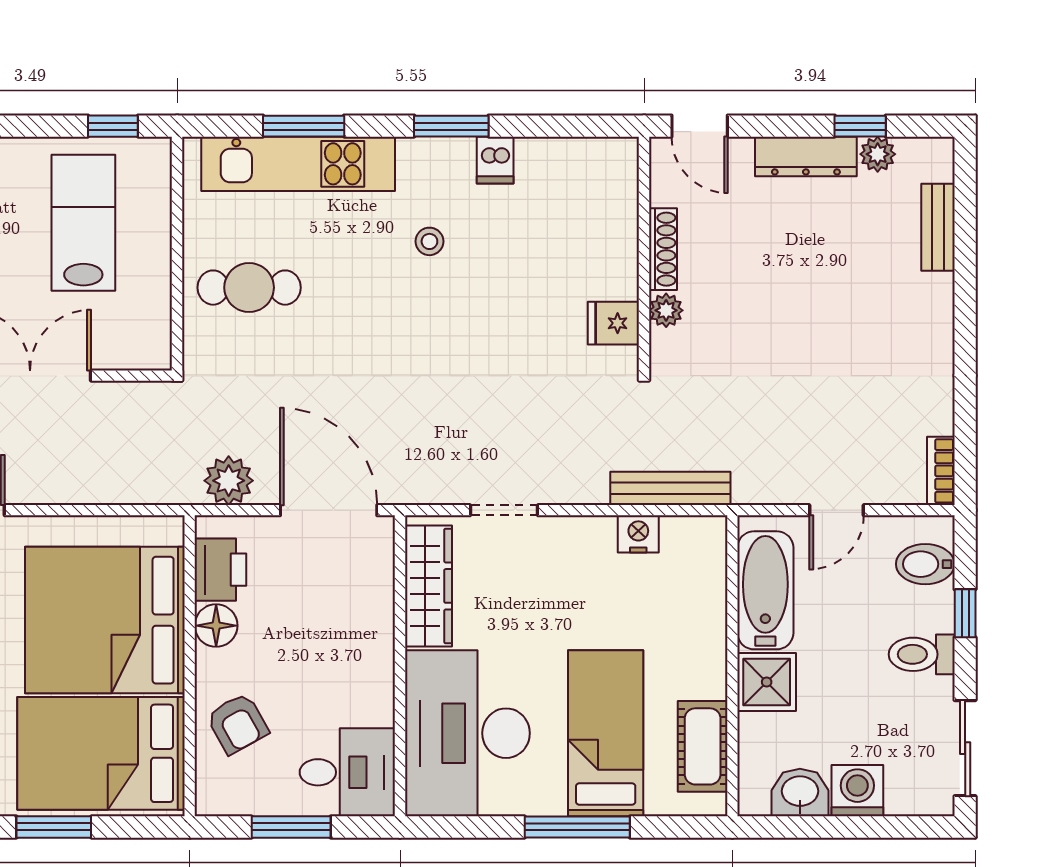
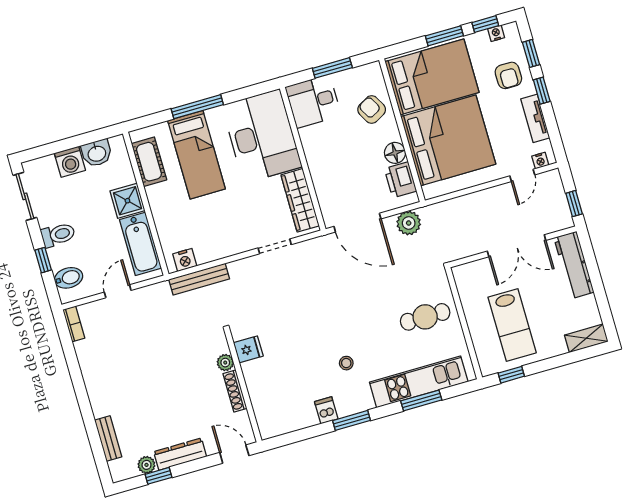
nightstand: (638, 534) -> (185, 260), moved

